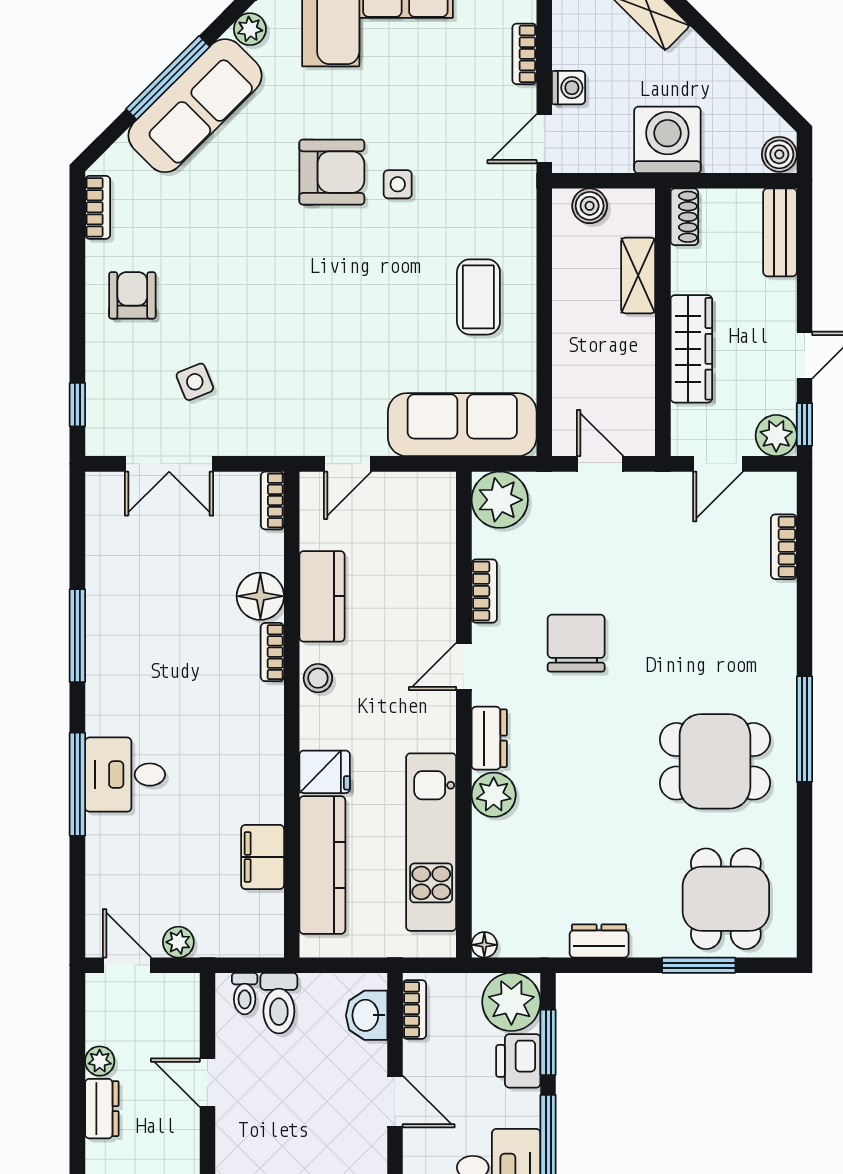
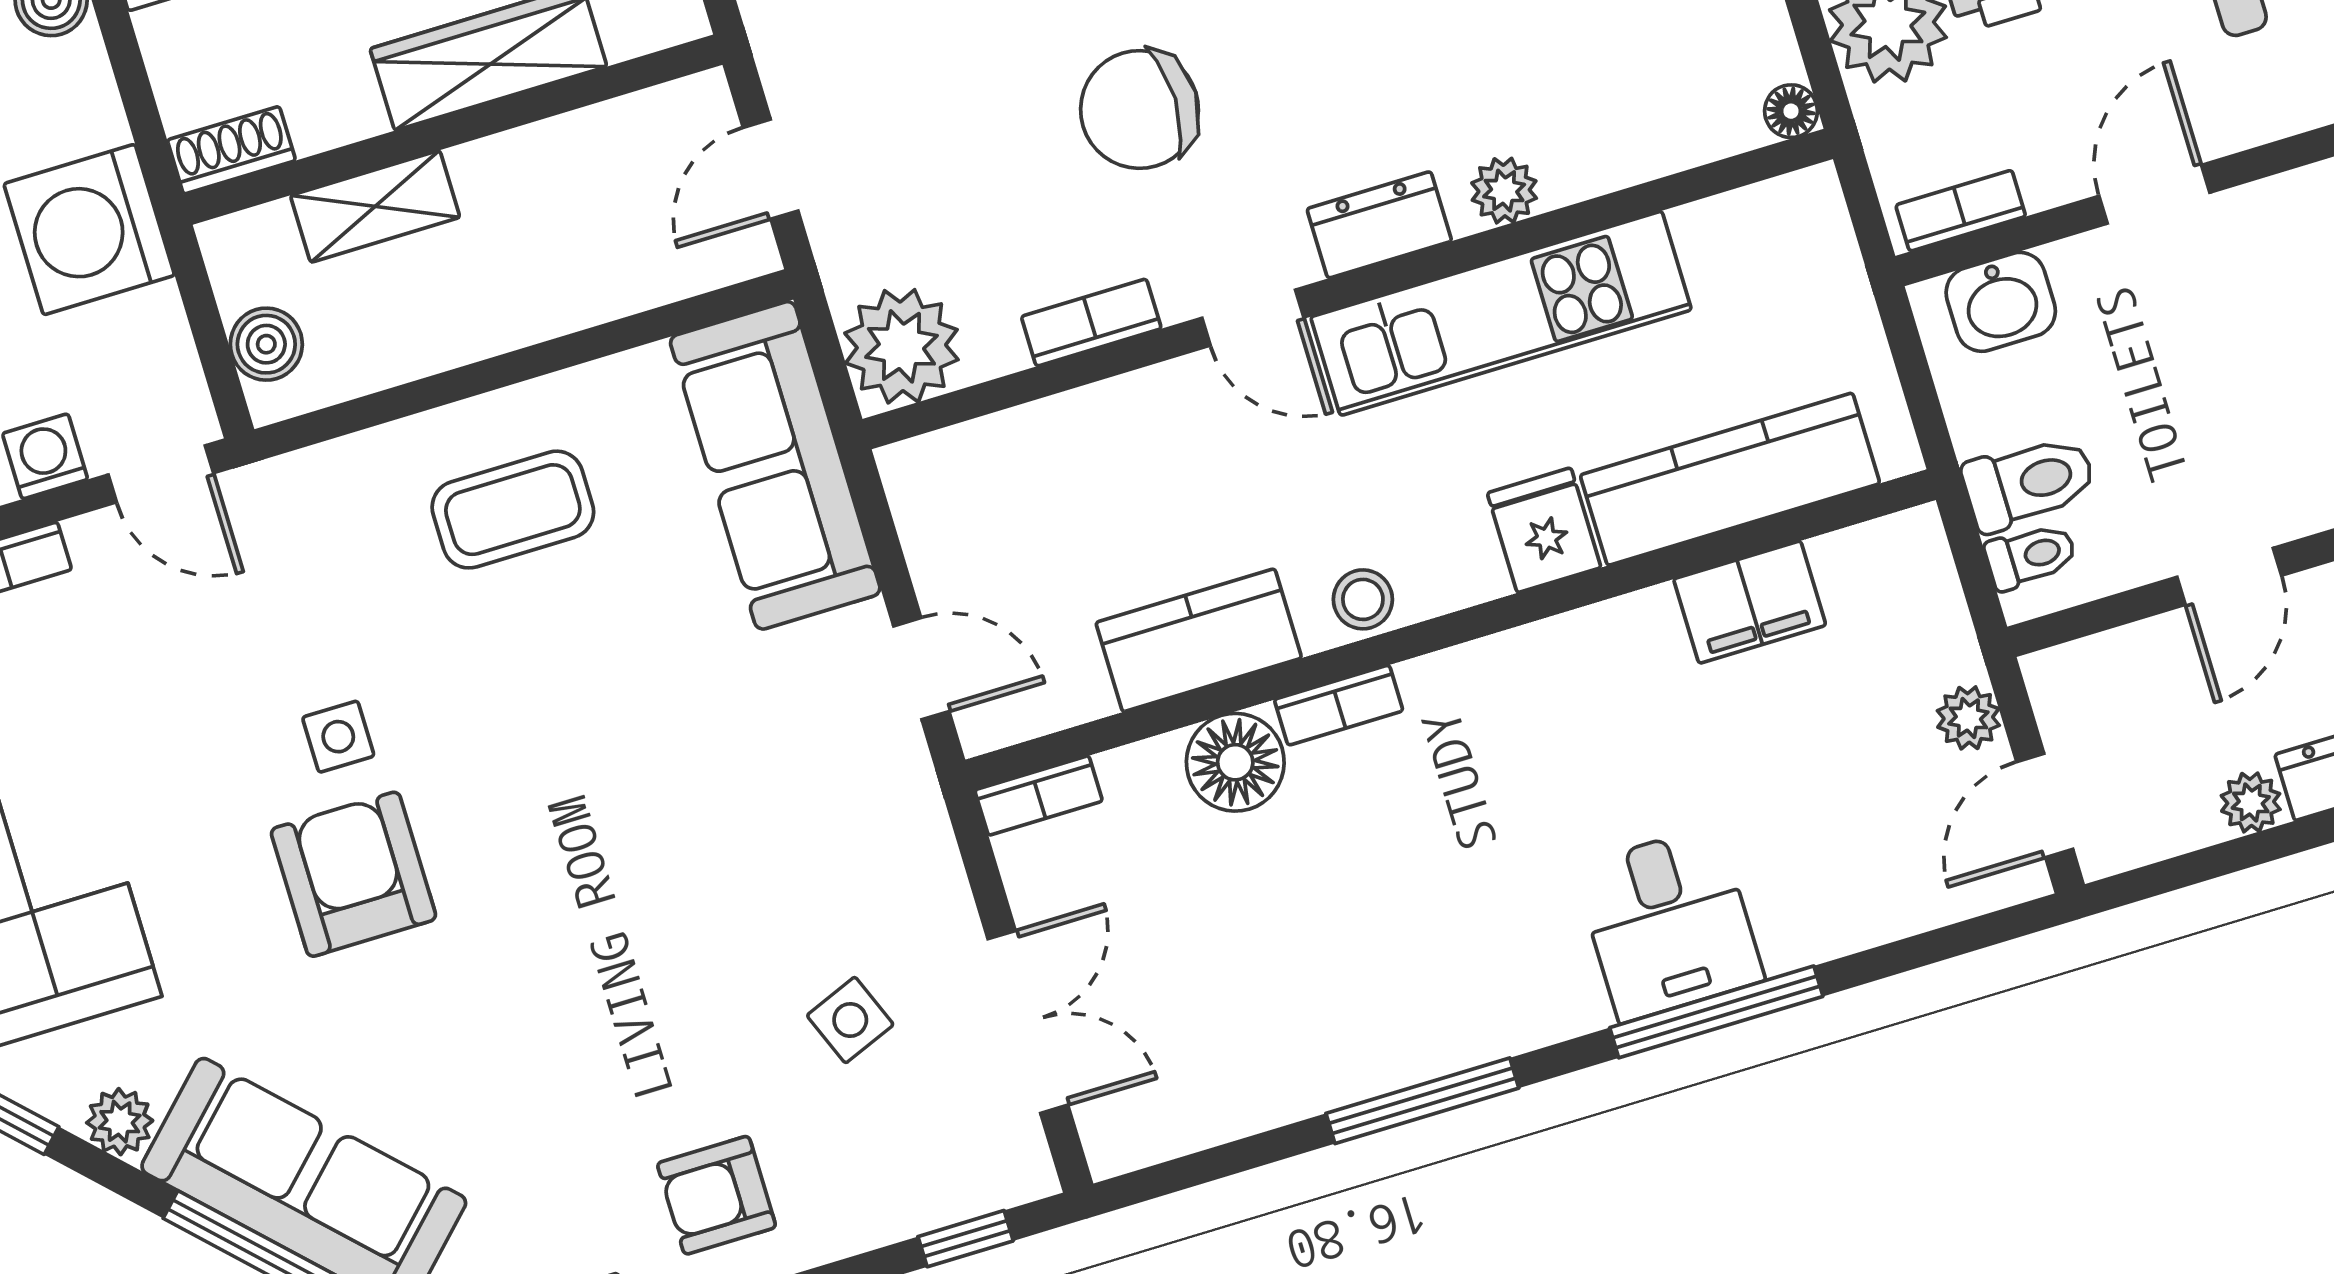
plant: (494, 795) -> (1504, 191), width x0.73, depth x0.73
kitchen unit: (431, 842) -> (1501, 313), moved

